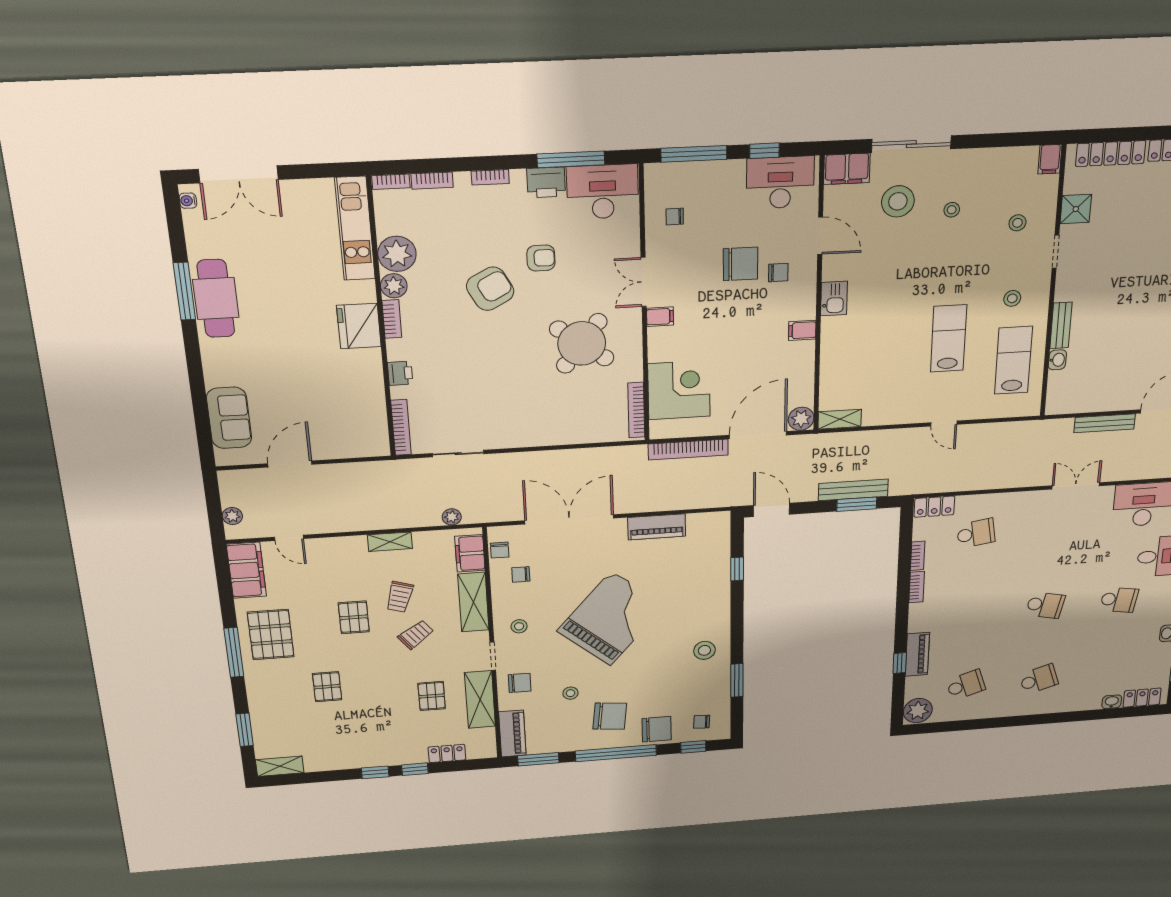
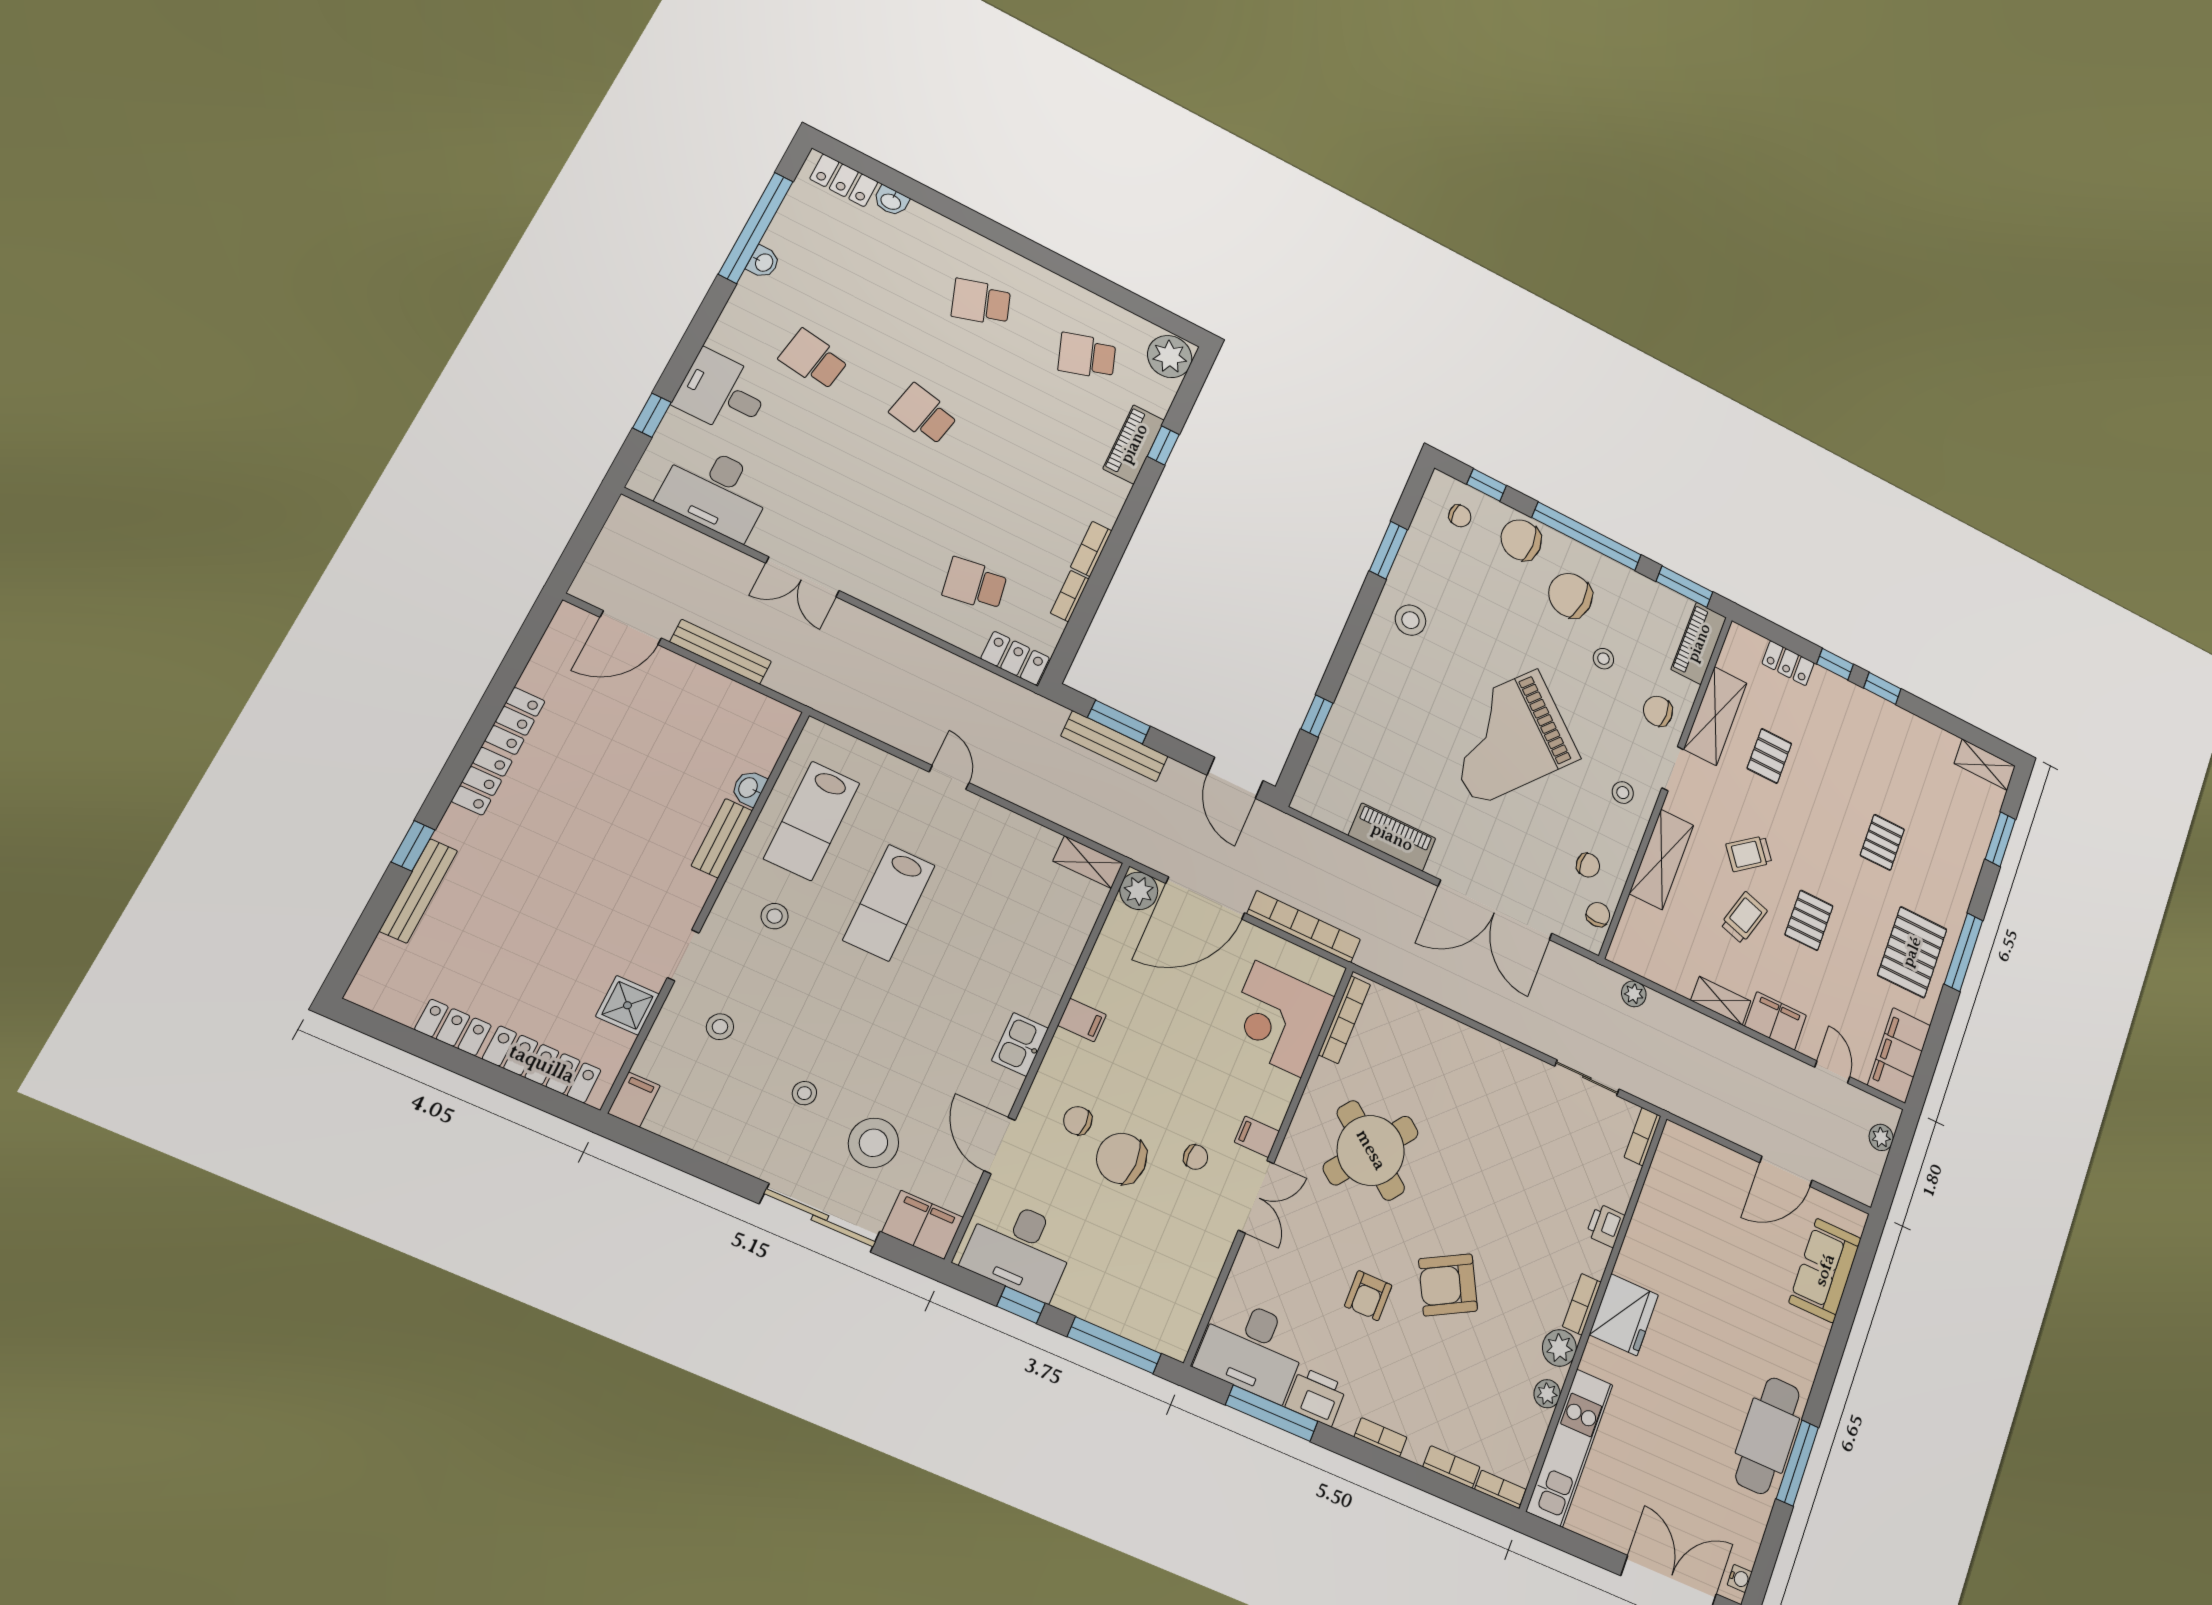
chair: (675, 216) -> (1196, 1157), moved
plant: (397, 254) -> (1547, 1394), width x0.53, depth x0.53
armchair: (541, 258) -> (1368, 1296), turned -90
bookcase: (401, 427) -> (1643, 1137), width x0.64
filing cabinet: (470, 553) -> (1776, 1021), moved, turned -90

